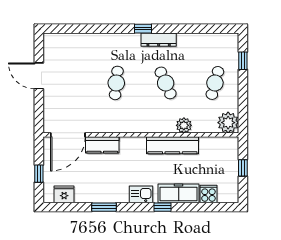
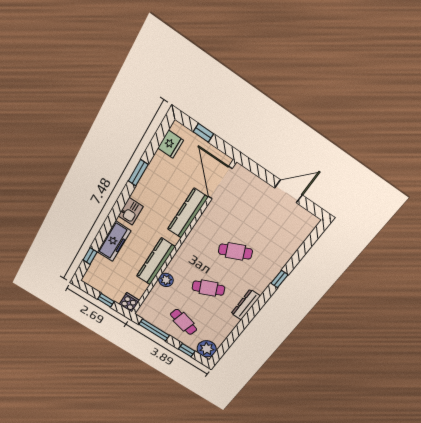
window: (143, 29) -> (279, 279), moved
cafe table: (116, 83) -> (235, 251), turned -30
window: (243, 105) -> (154, 330), added
plant: (228, 123) -> (207, 349), moved
kitchen counter: (102, 145) -> (188, 213), width x1.50
cooker: (208, 194) -> (129, 302), moved, turned -90
window: (163, 207) -> (90, 256), moved

